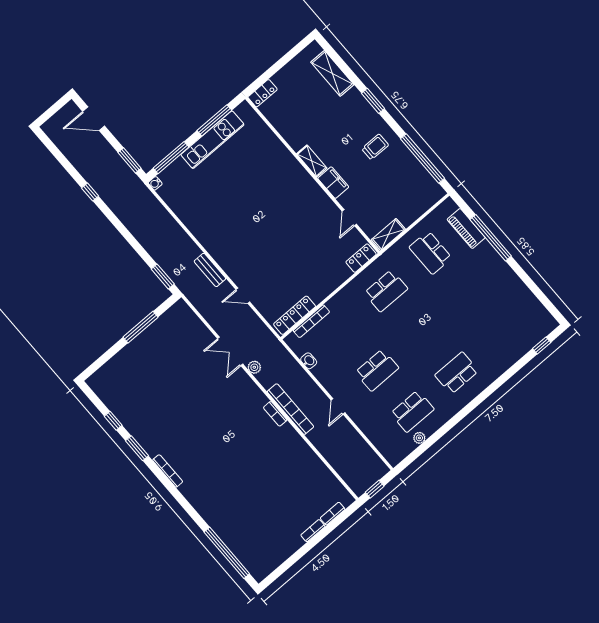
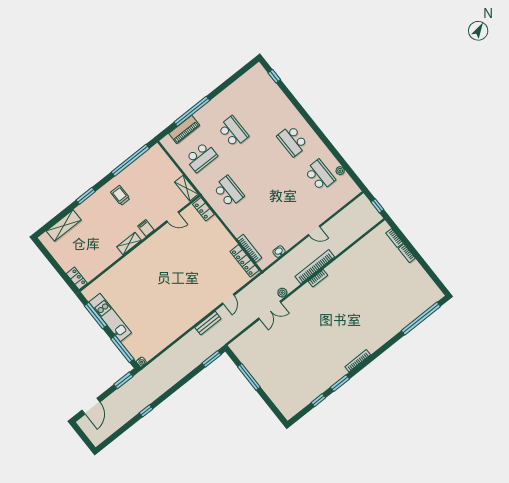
filing cabinet: (333, 183) -> (146, 228), width x0.50
school desk: (377, 370) -> (233, 132), moved

